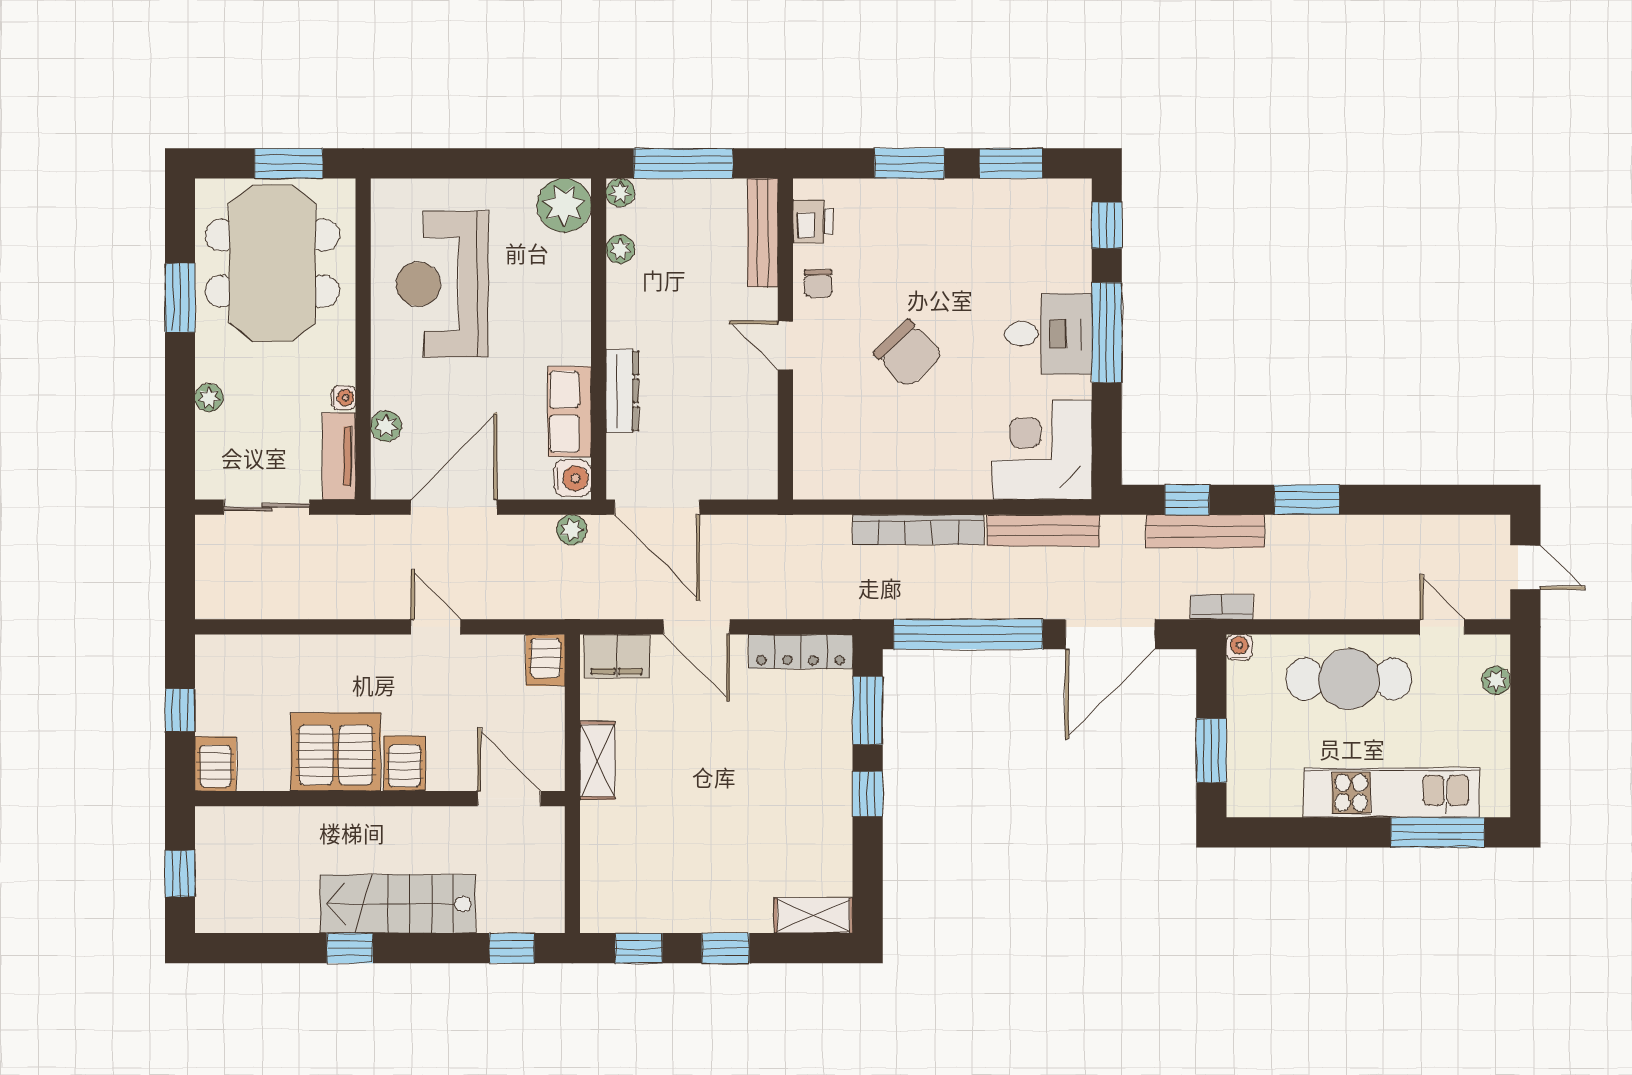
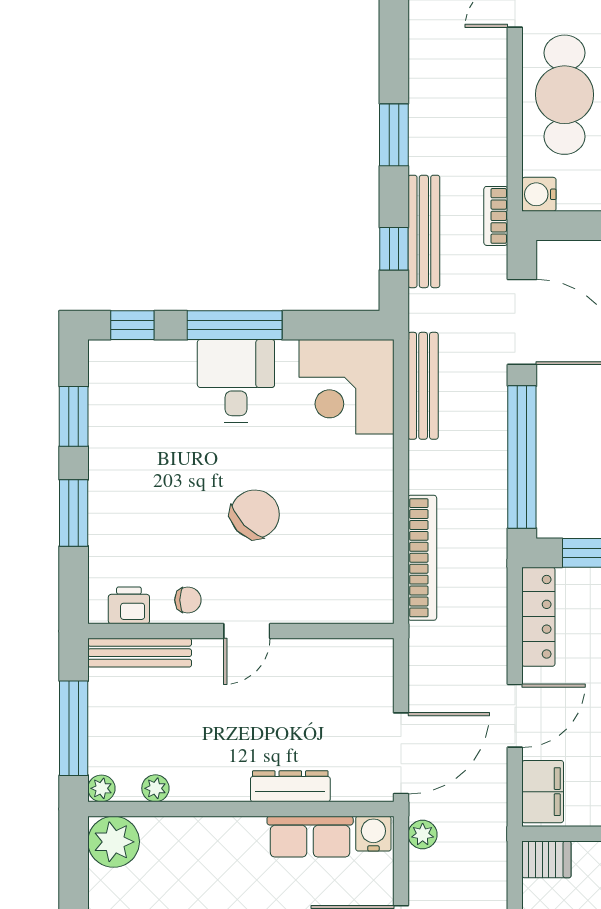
bookcase: (918, 530) -> (422, 558), moved
water cooler: (1239, 647) -> (539, 194), width x1.38, depth x1.38

